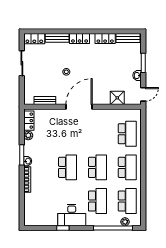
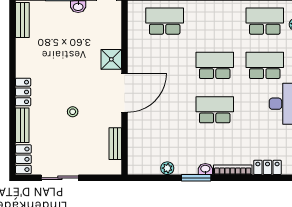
locker: (105, 39) -> (23, 54), removed
shower: (117, 98) -> (111, 59), moved
door: (79, 107) -> (124, 93), swing flipped
locker: (29, 121) -> (267, 167), moved
school desk: (127, 167) -> (215, 21), removed

